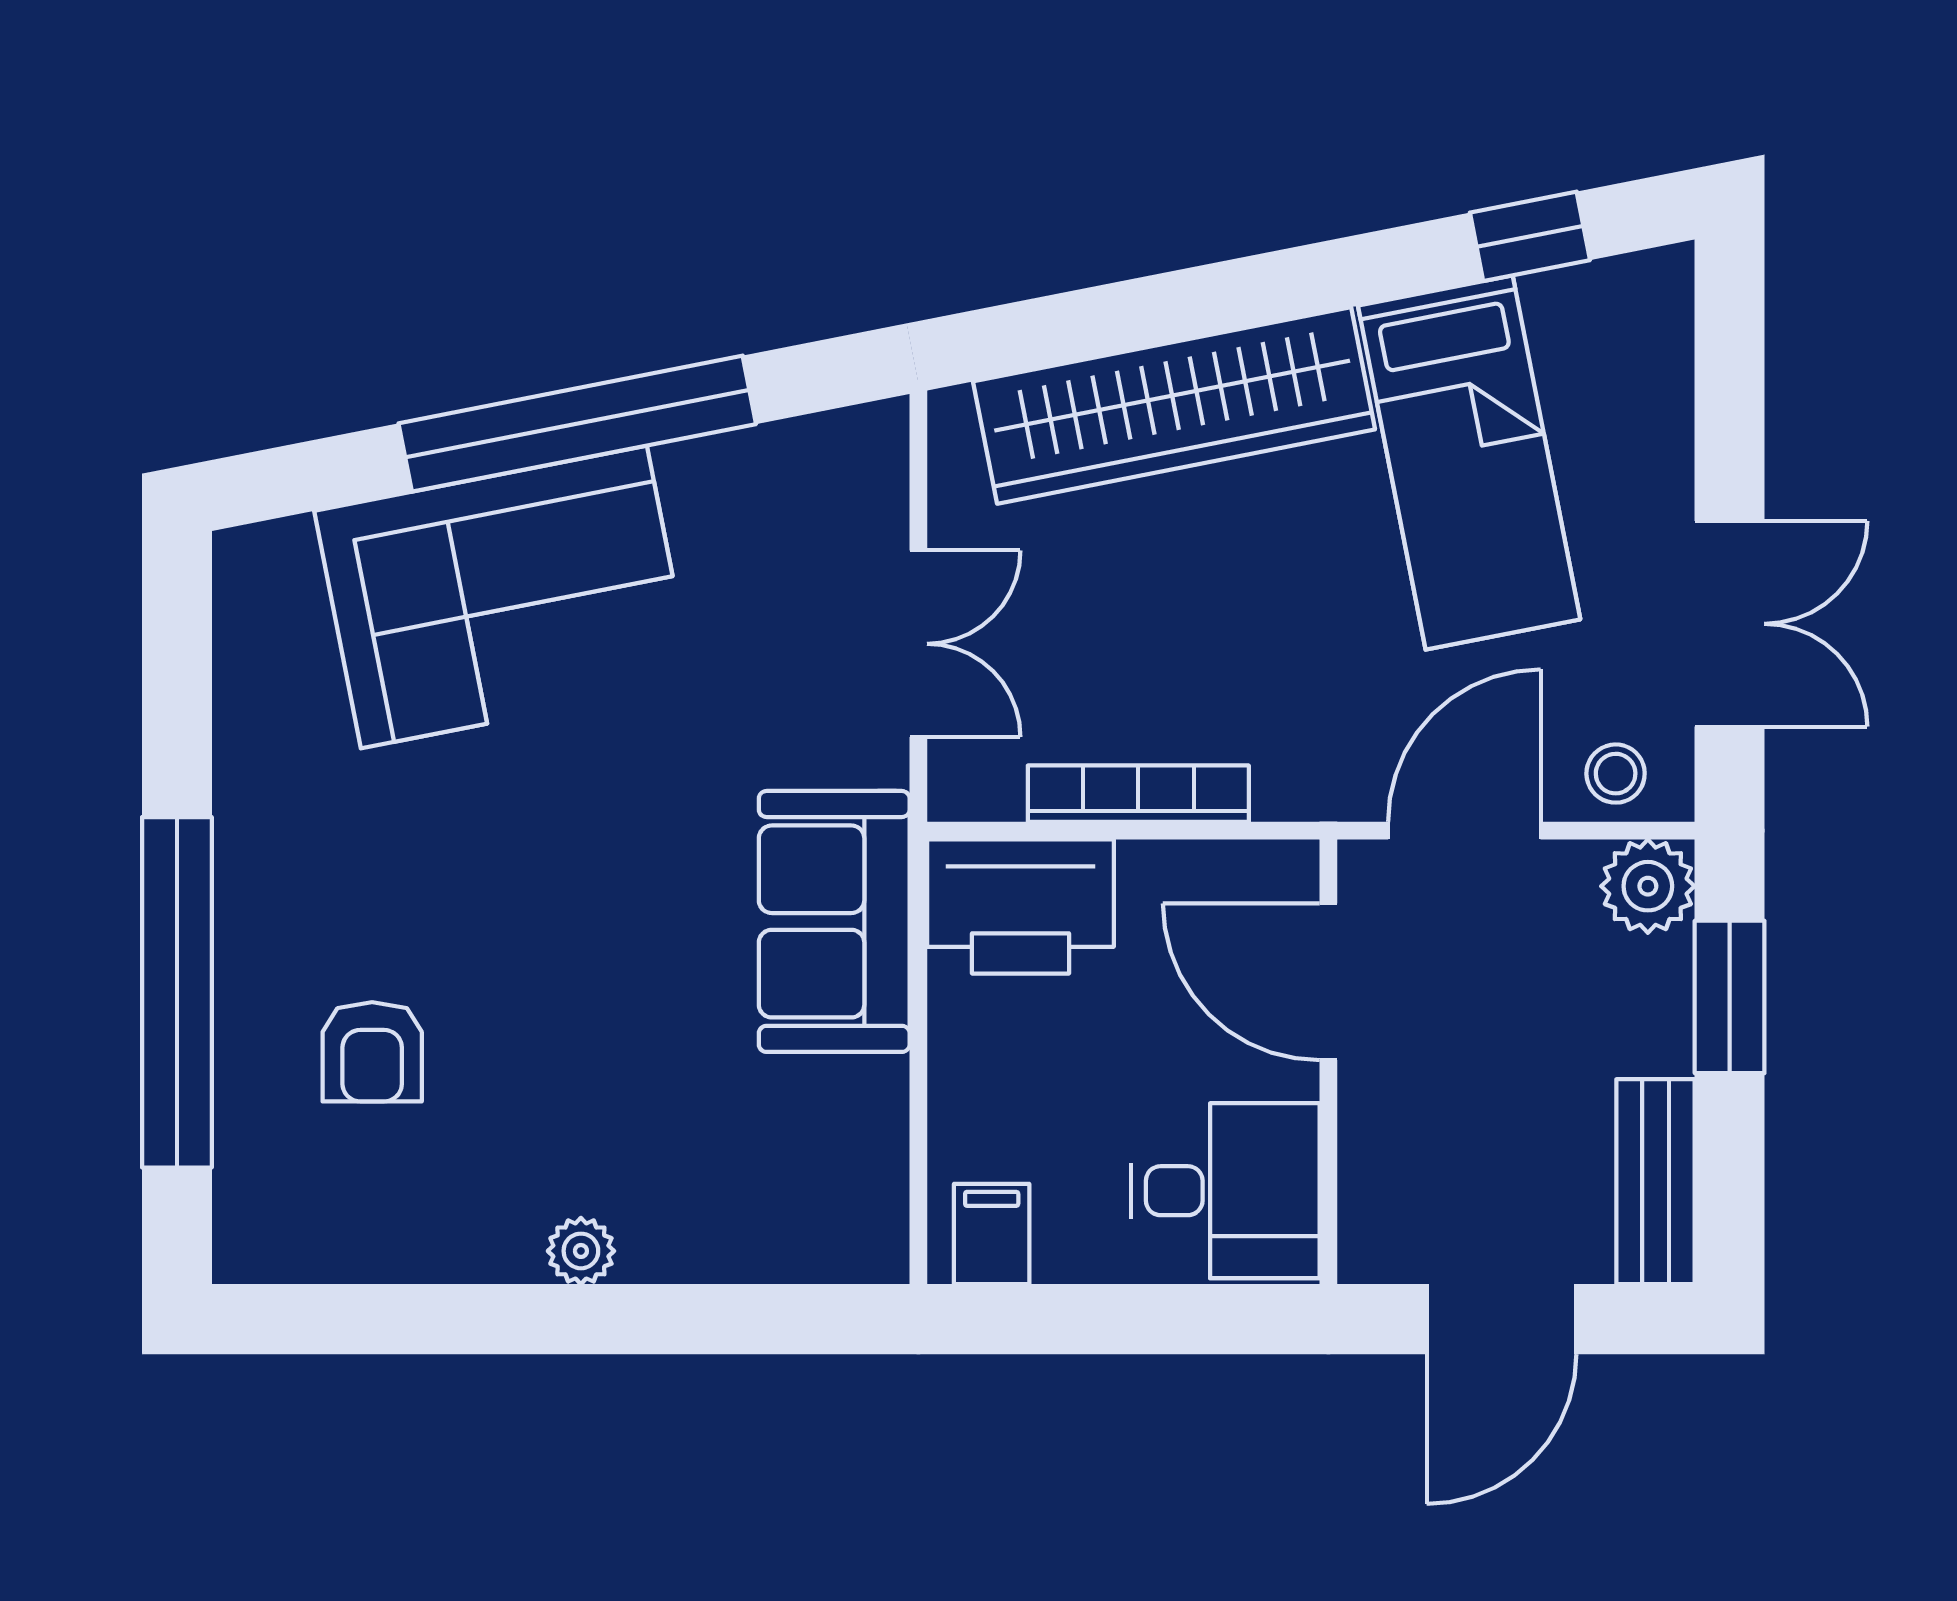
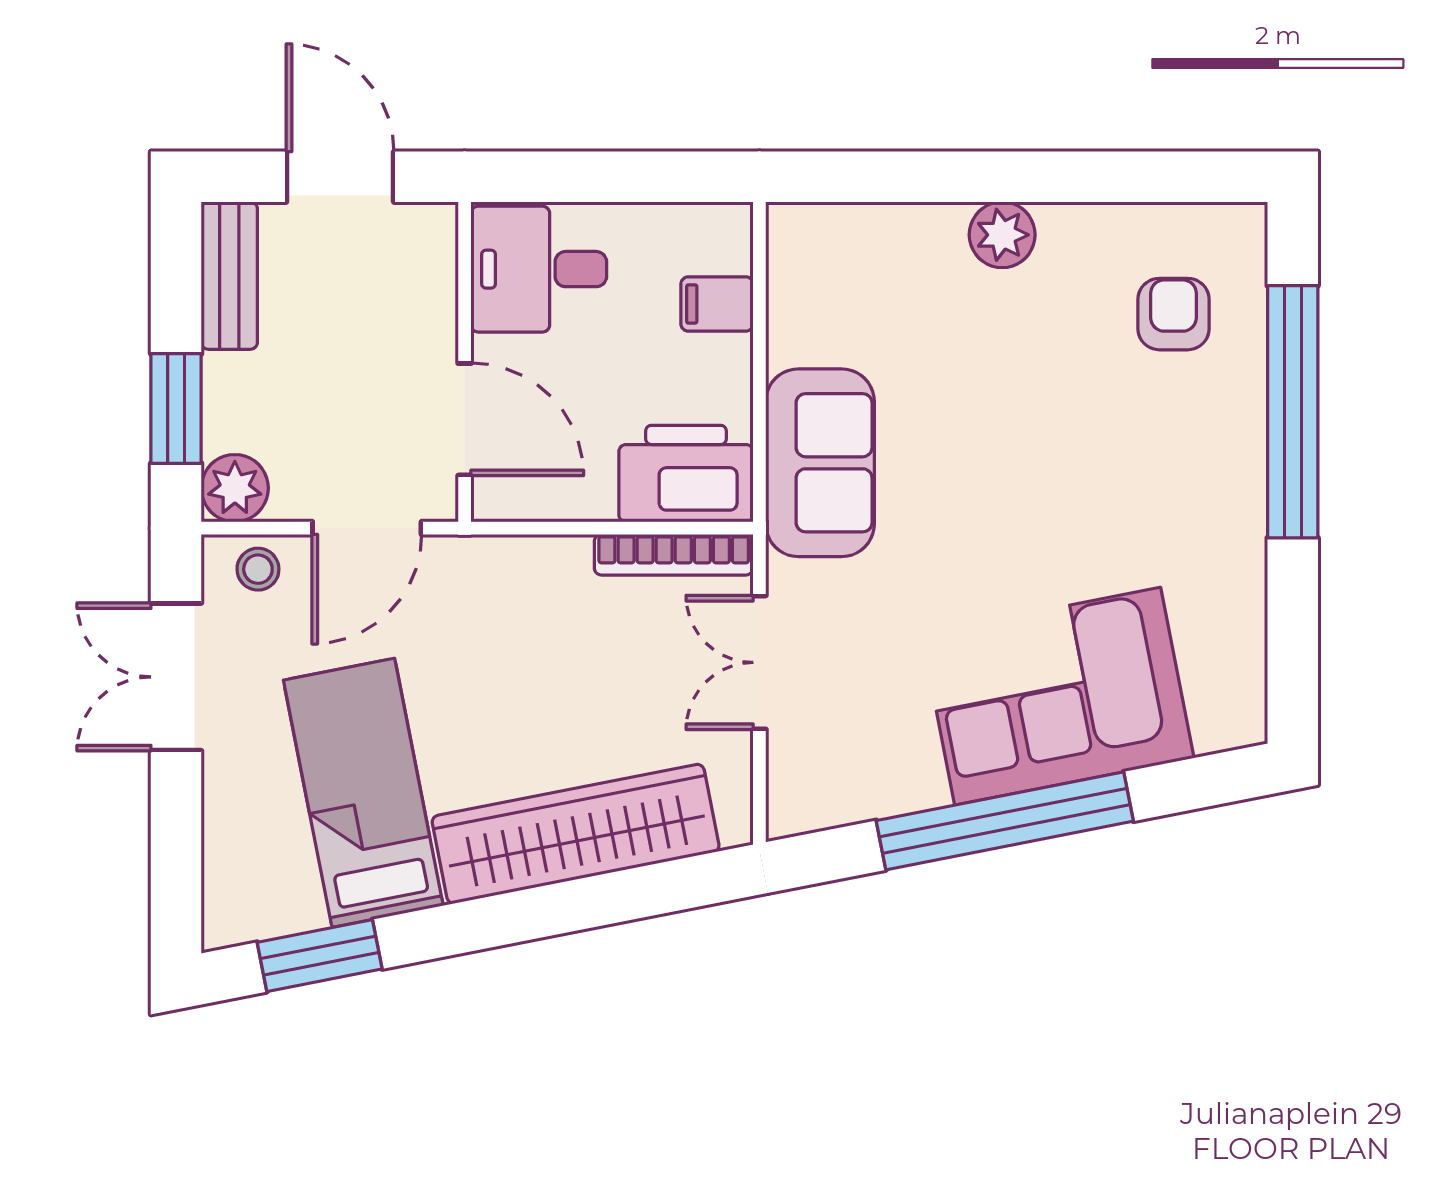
window: (1530, 236) -> (320, 956), width x1.50
bookcase: (1138, 794) -> (674, 555), moved
armchair: (372, 1052) -> (1174, 314), moved
filing cabinet: (992, 1234) -> (717, 304), moved, turned 90
plant: (581, 1251) -> (1002, 235), width x1.38, depth x1.38
door: (1501, 1319) -> (340, 177), hinge flipped

